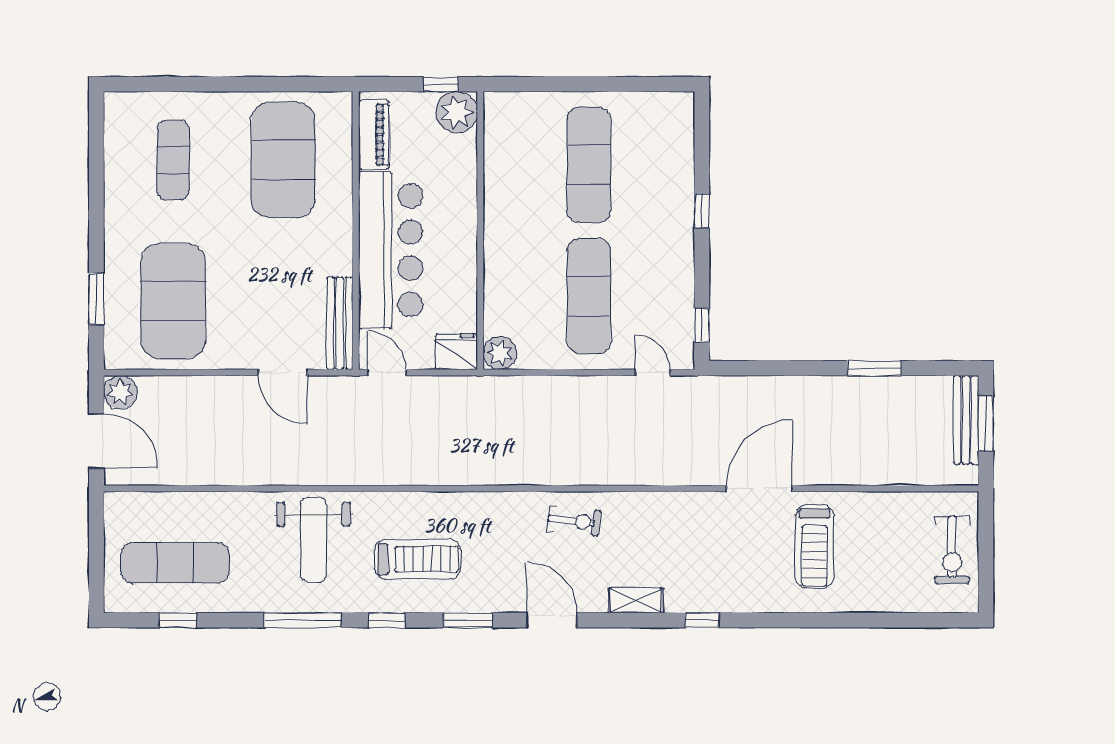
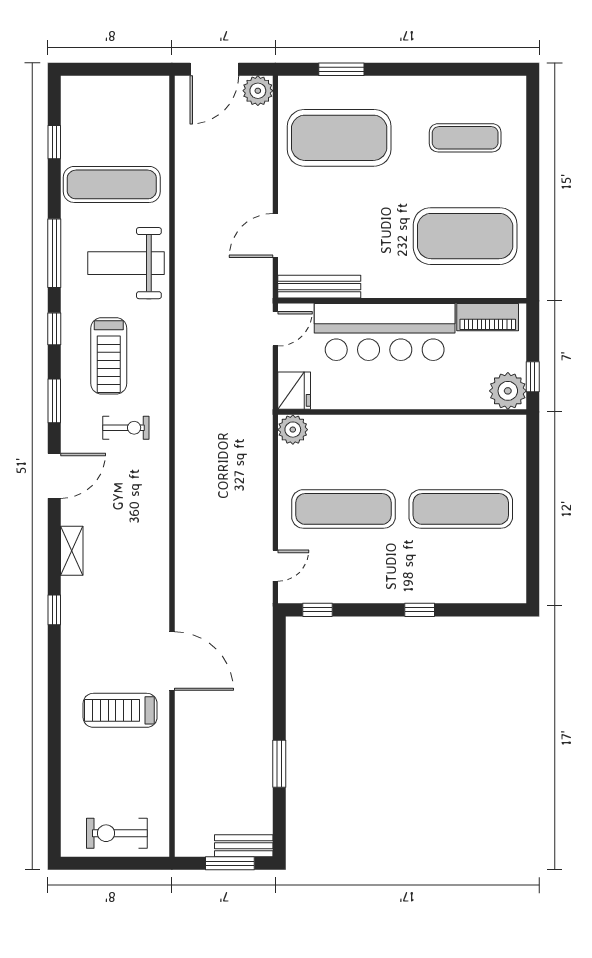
bench: (966, 420) -> (244, 846), width x0.73
exercise bike: (574, 521) -> (126, 428), moved, turned -96
exercise mat: (175, 563) -> (112, 184), moved, turned 90

